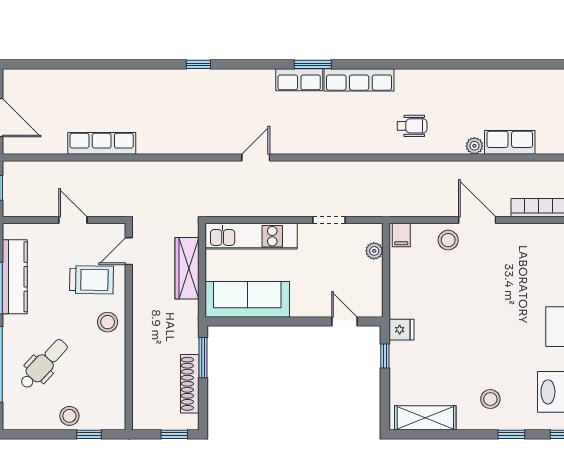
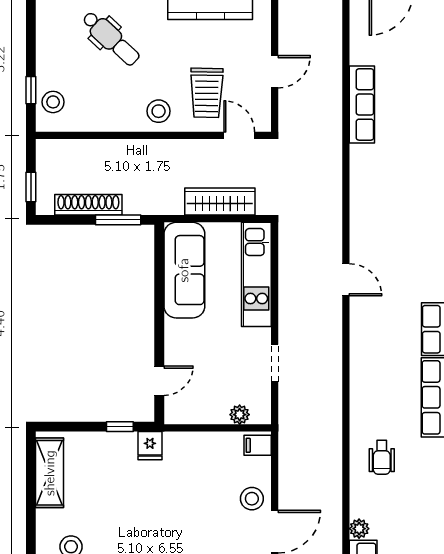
stool: (69, 416) -> (53, 102), moved

